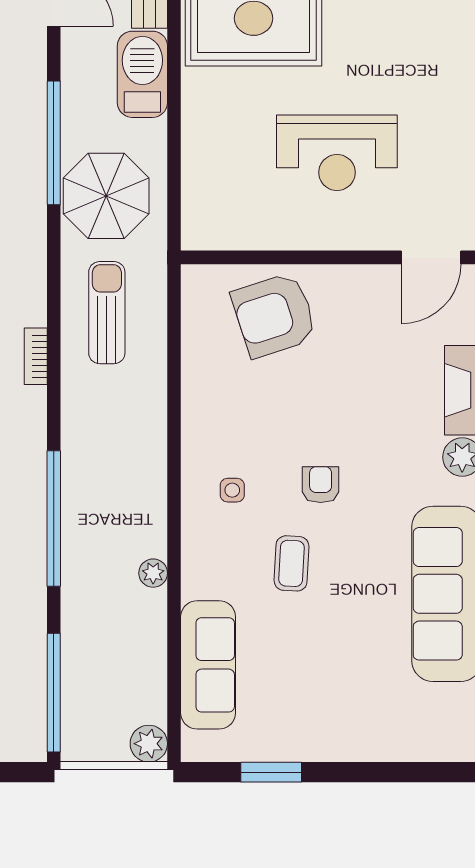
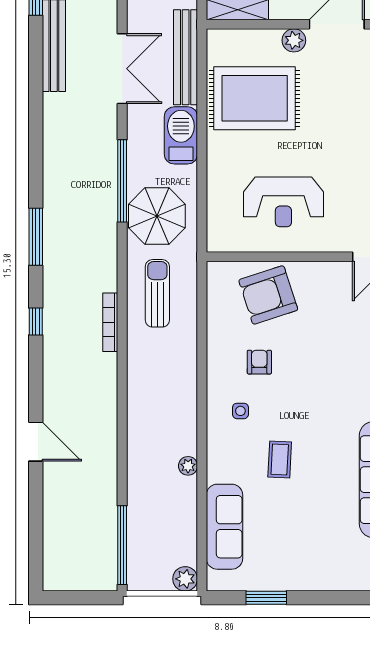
reception desk: (337, 153) -> (283, 202), moved
bookcase: (36, 356) -> (110, 322), width x1.56
armchair: (321, 485) -> (259, 362), moved
window: (54, 518) -> (122, 430), removed

